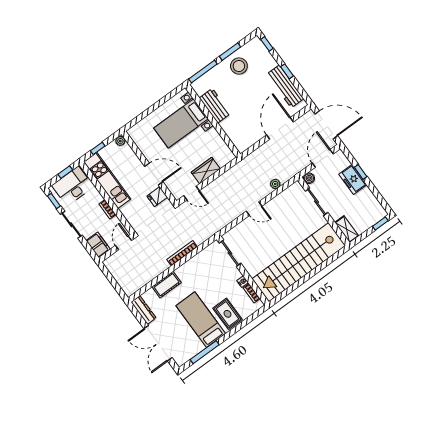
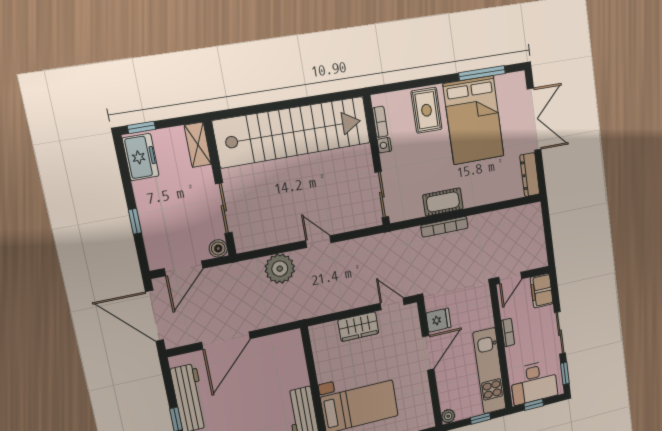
door: (154, 174) -> (428, 353), swing flipped
freezer: (353, 179) -> (141, 157), moved
plant: (275, 184) -> (280, 269), width x1.87, depth x1.87
cot: (167, 285) -> (443, 202), moved
bed: (201, 320) -> (474, 120), width x1.50

